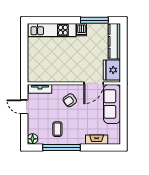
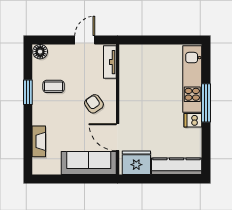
window: (94, 20) -> (206, 103), moved
window: (61, 147) -> (28, 92), width x0.47

